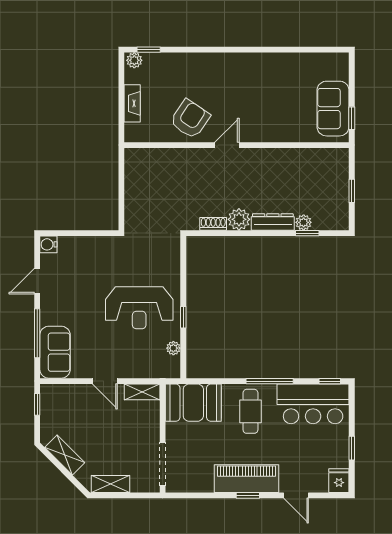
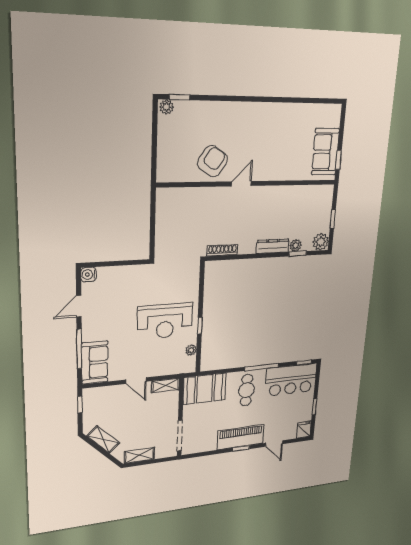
fireplace: (132, 103) -> (164, 147), removed
plant: (239, 219) -> (321, 242), moved
shoe rack: (213, 224) -> (222, 250), width x1.43

